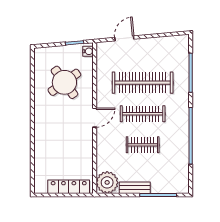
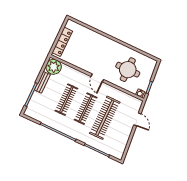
round table: (64, 82) -> (128, 70), turned 36
clothes rail: (143, 145) -> (66, 100), width x1.36

